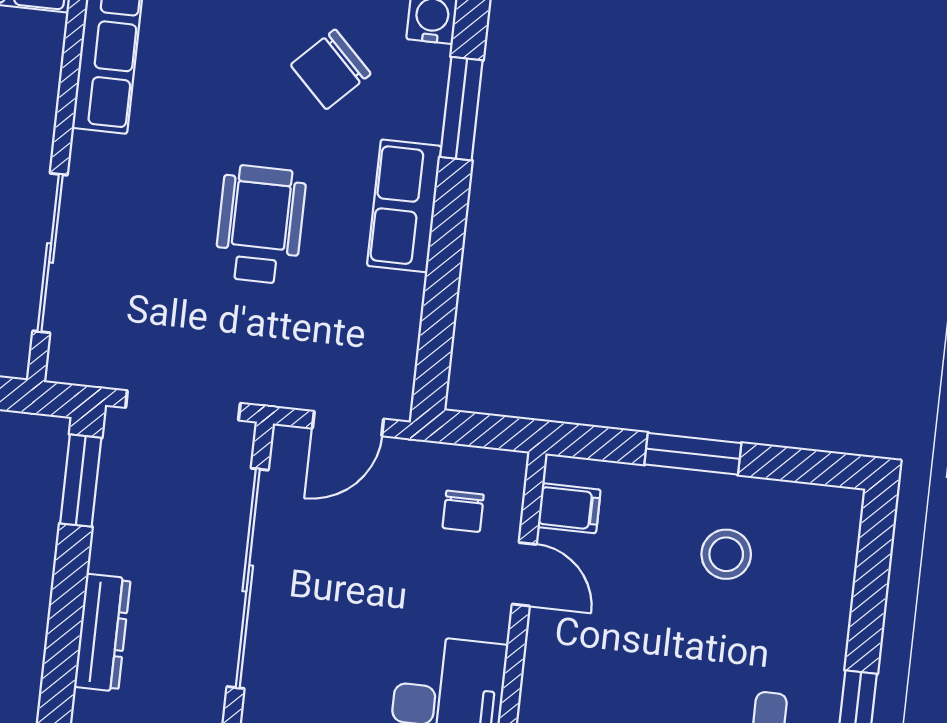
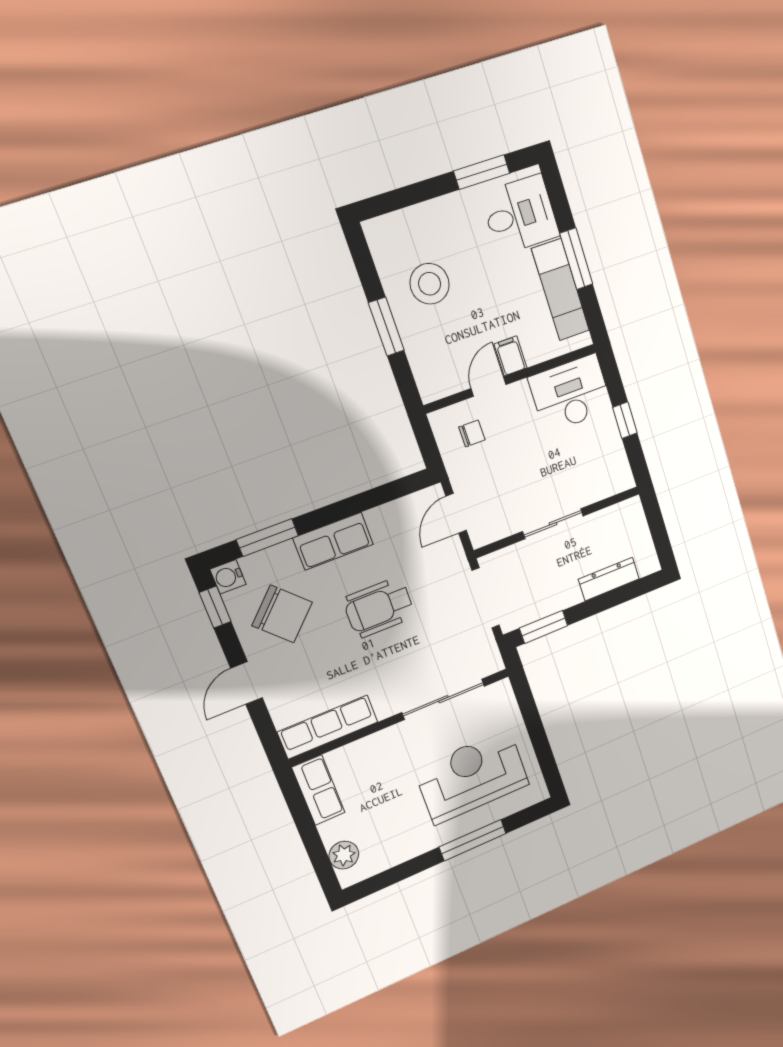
chair: (331, 69) -> (282, 614), width x1.37, depth x1.37
door: (348, 424) -> (456, 513), swing flipped
filing cabinet: (569, 508) -> (510, 356), moved
stool: (726, 554) -> (430, 284), width x1.38, depth x1.38
sliding door: (248, 578) -> (553, 524), width x0.54

